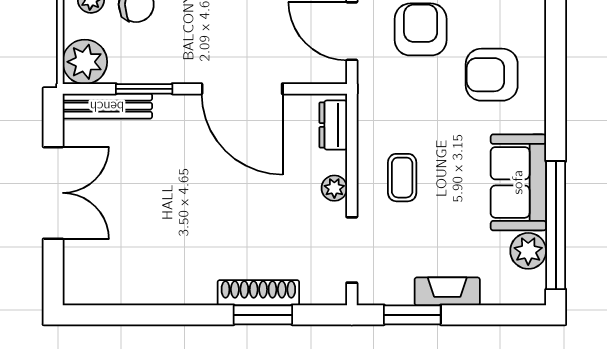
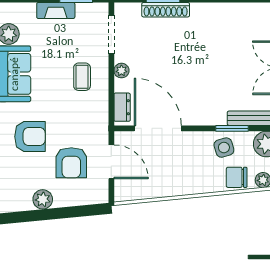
side table: (158, 56) -> (224, 148), added
door: (242, 89) -> (158, 128), moved

